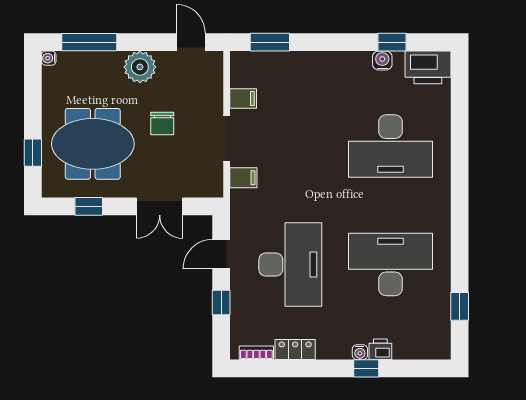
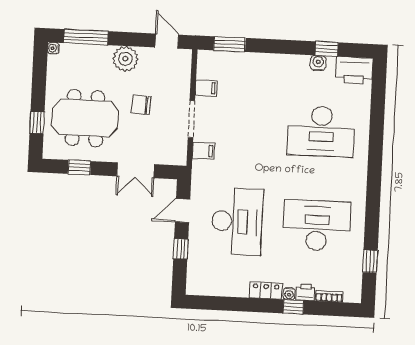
chair: (162, 124) -> (141, 105), turned 93
locker: (295, 349) -> (266, 291), moved
bookcase: (256, 353) -> (329, 296), moved

